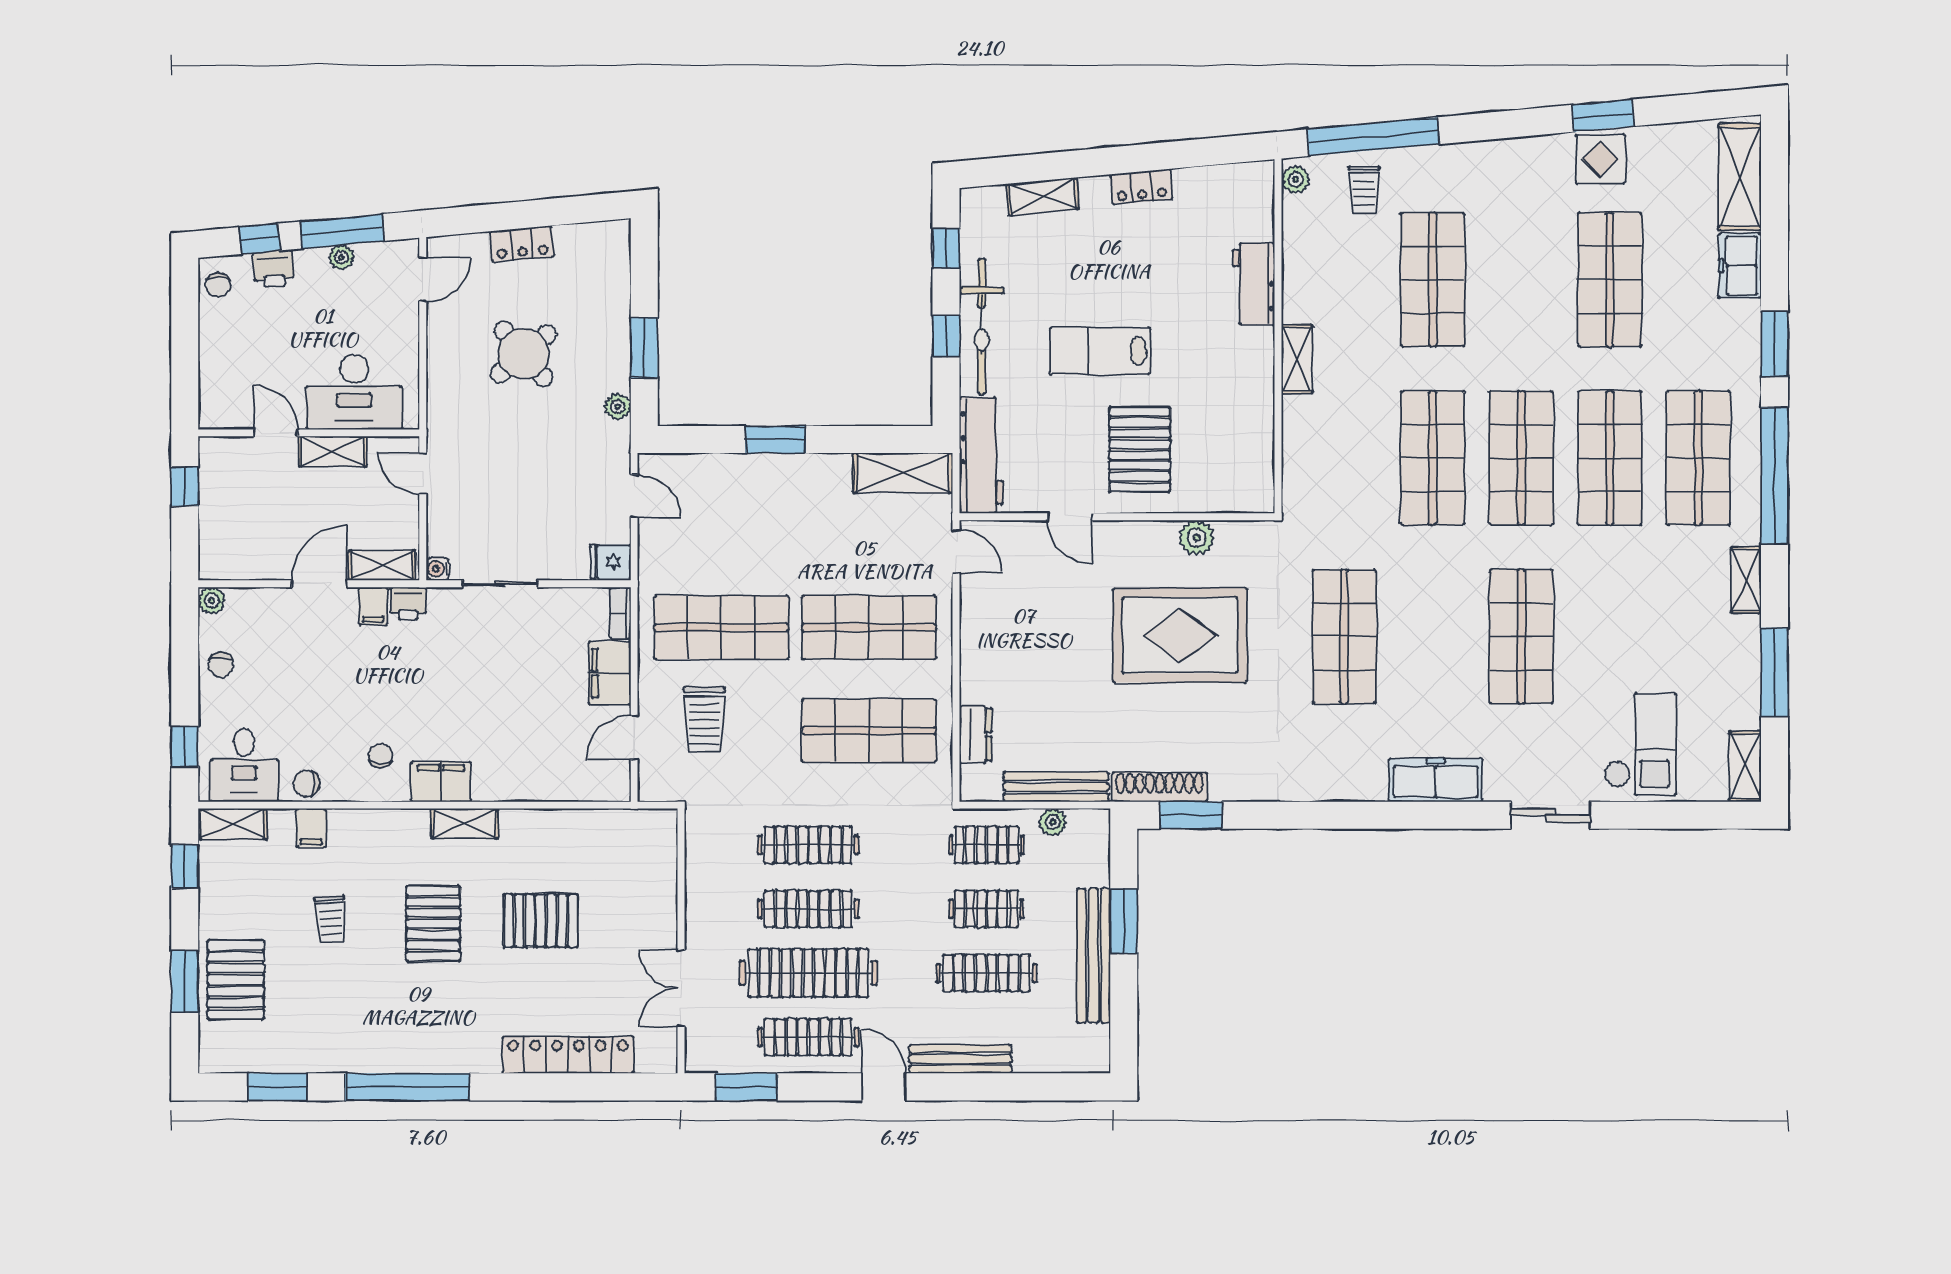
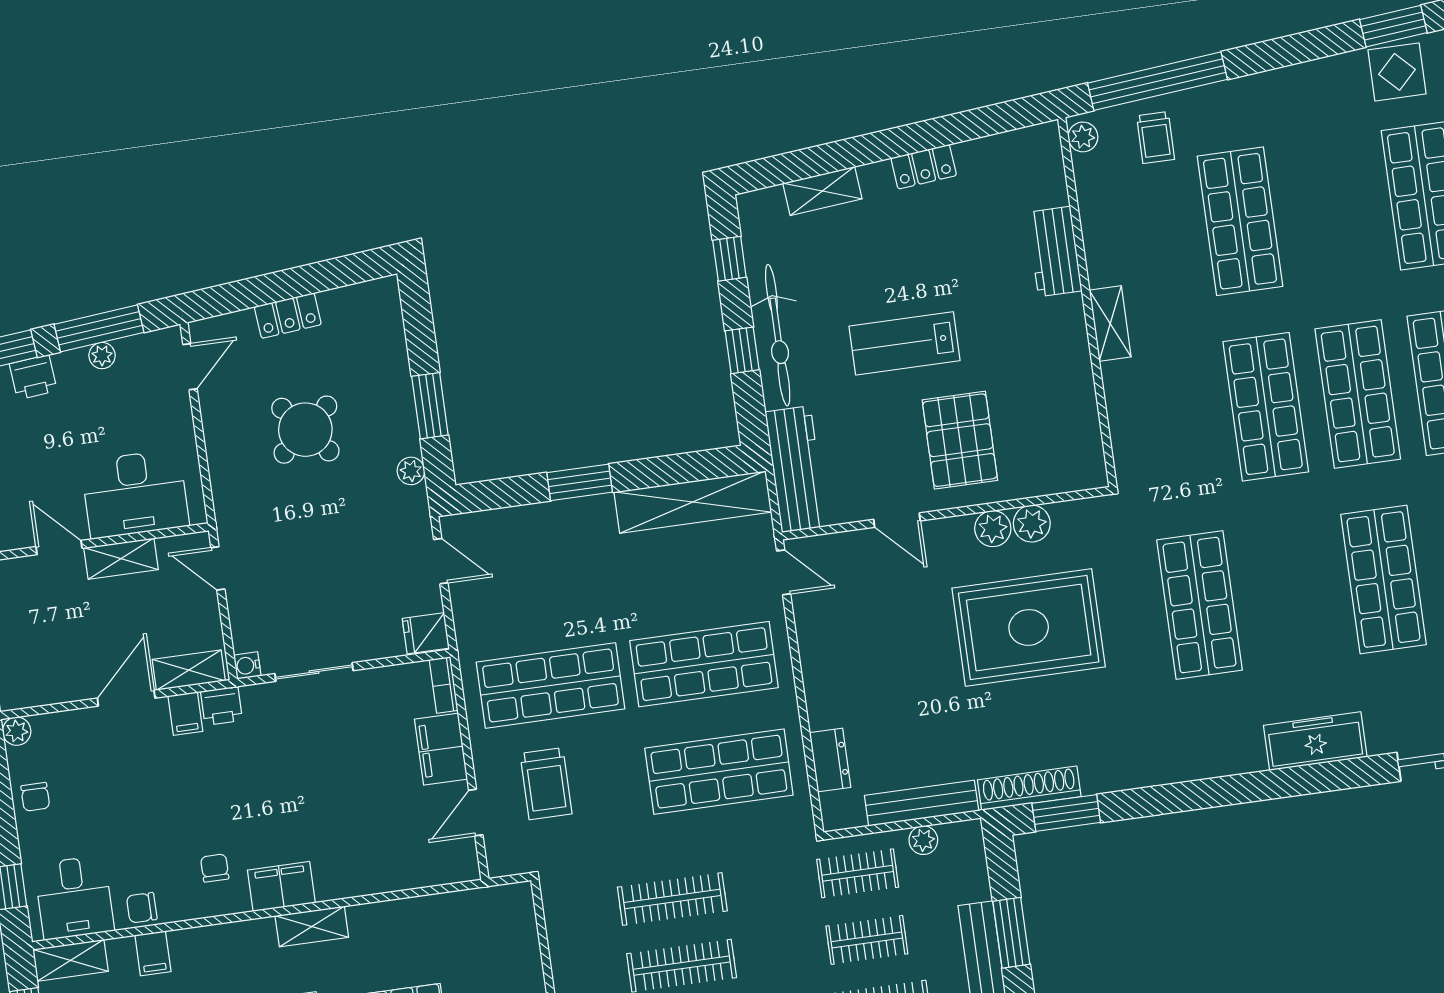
shelving: (903, 473) -> (693, 502), width x1.47
plant: (1159, 537) -> (993, 529), added

